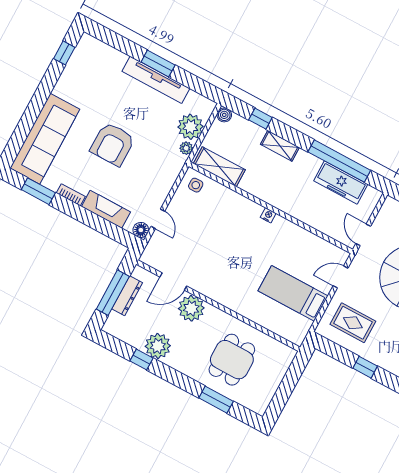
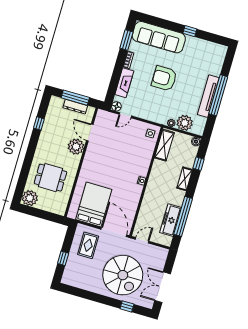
window: (64, 53) -> (190, 31), moved
window: (158, 63) -> (218, 95), width x2.11
door: (341, 277) -> (114, 232), width x1.87
bed: (293, 293) -> (94, 204), width x1.50
plant: (158, 346) -> (30, 198), moved
window: (216, 400) -> (24, 173), removed

